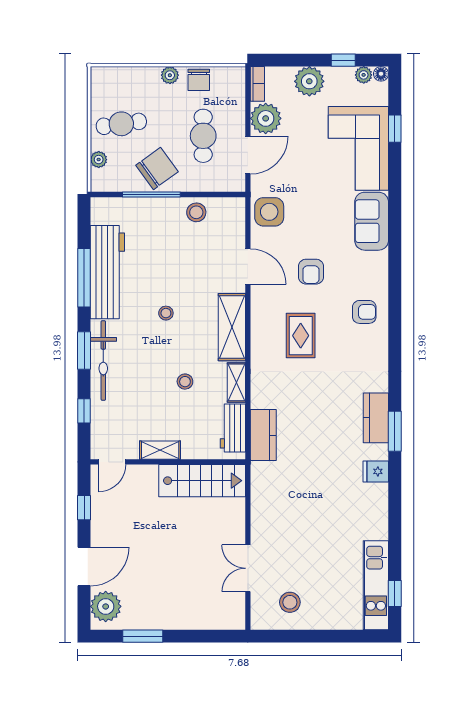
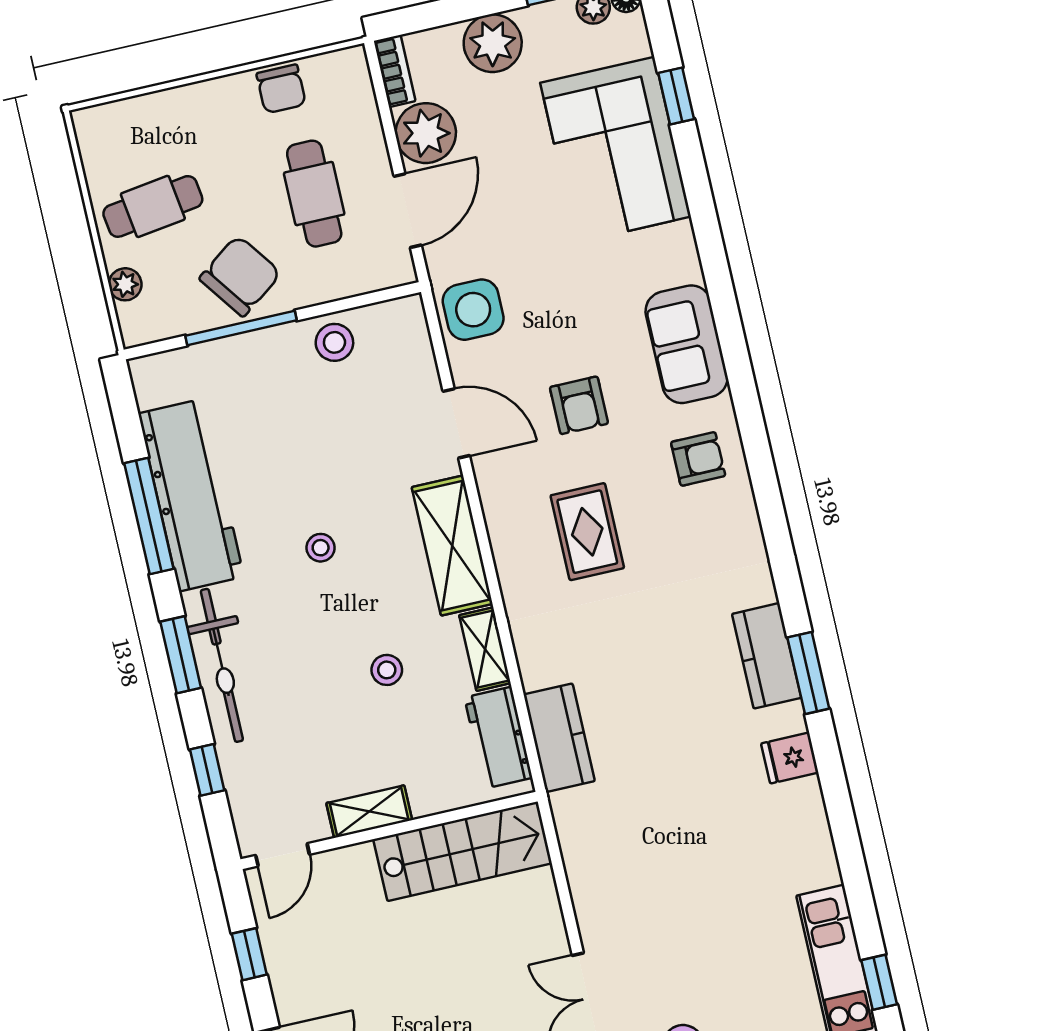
plant: (170, 75) -> (224, 93), removed
sofa: (372, 221) -> (687, 344), moved

